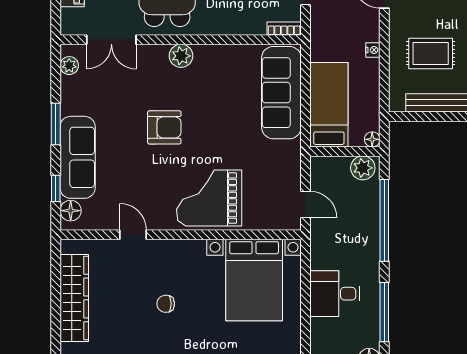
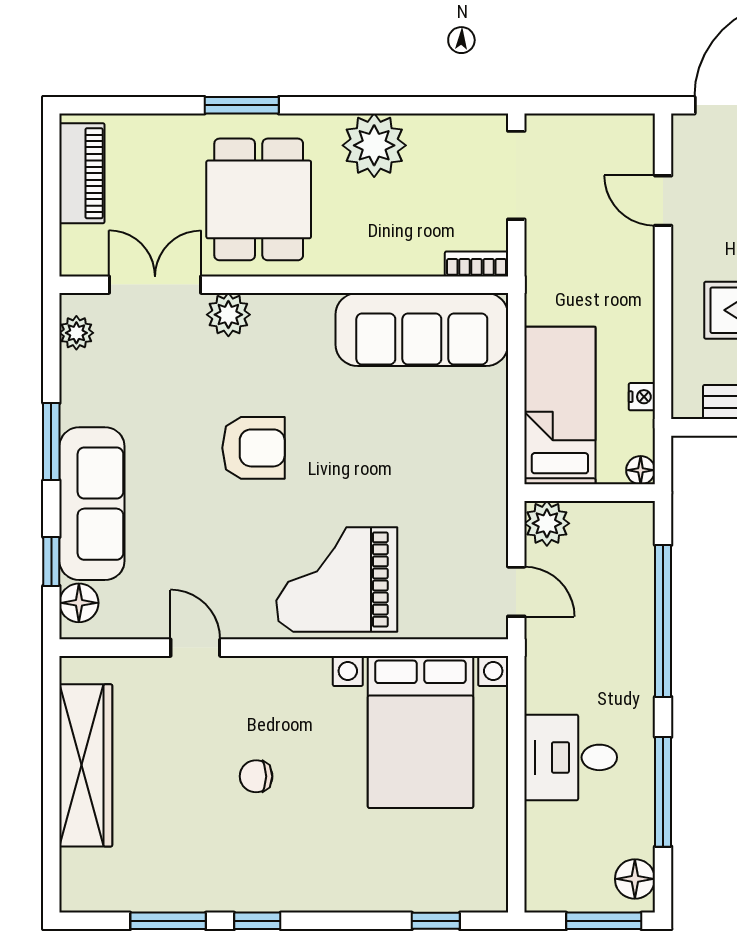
double door: (111, 40) -> (155, 285), swing flipped
nightstand: (373, 50) -> (642, 397), moved
plant: (181, 56) -> (228, 315), moved
sofa: (281, 93) -> (422, 329), moved, turned -90
plant: (363, 168) -> (547, 523), moved

